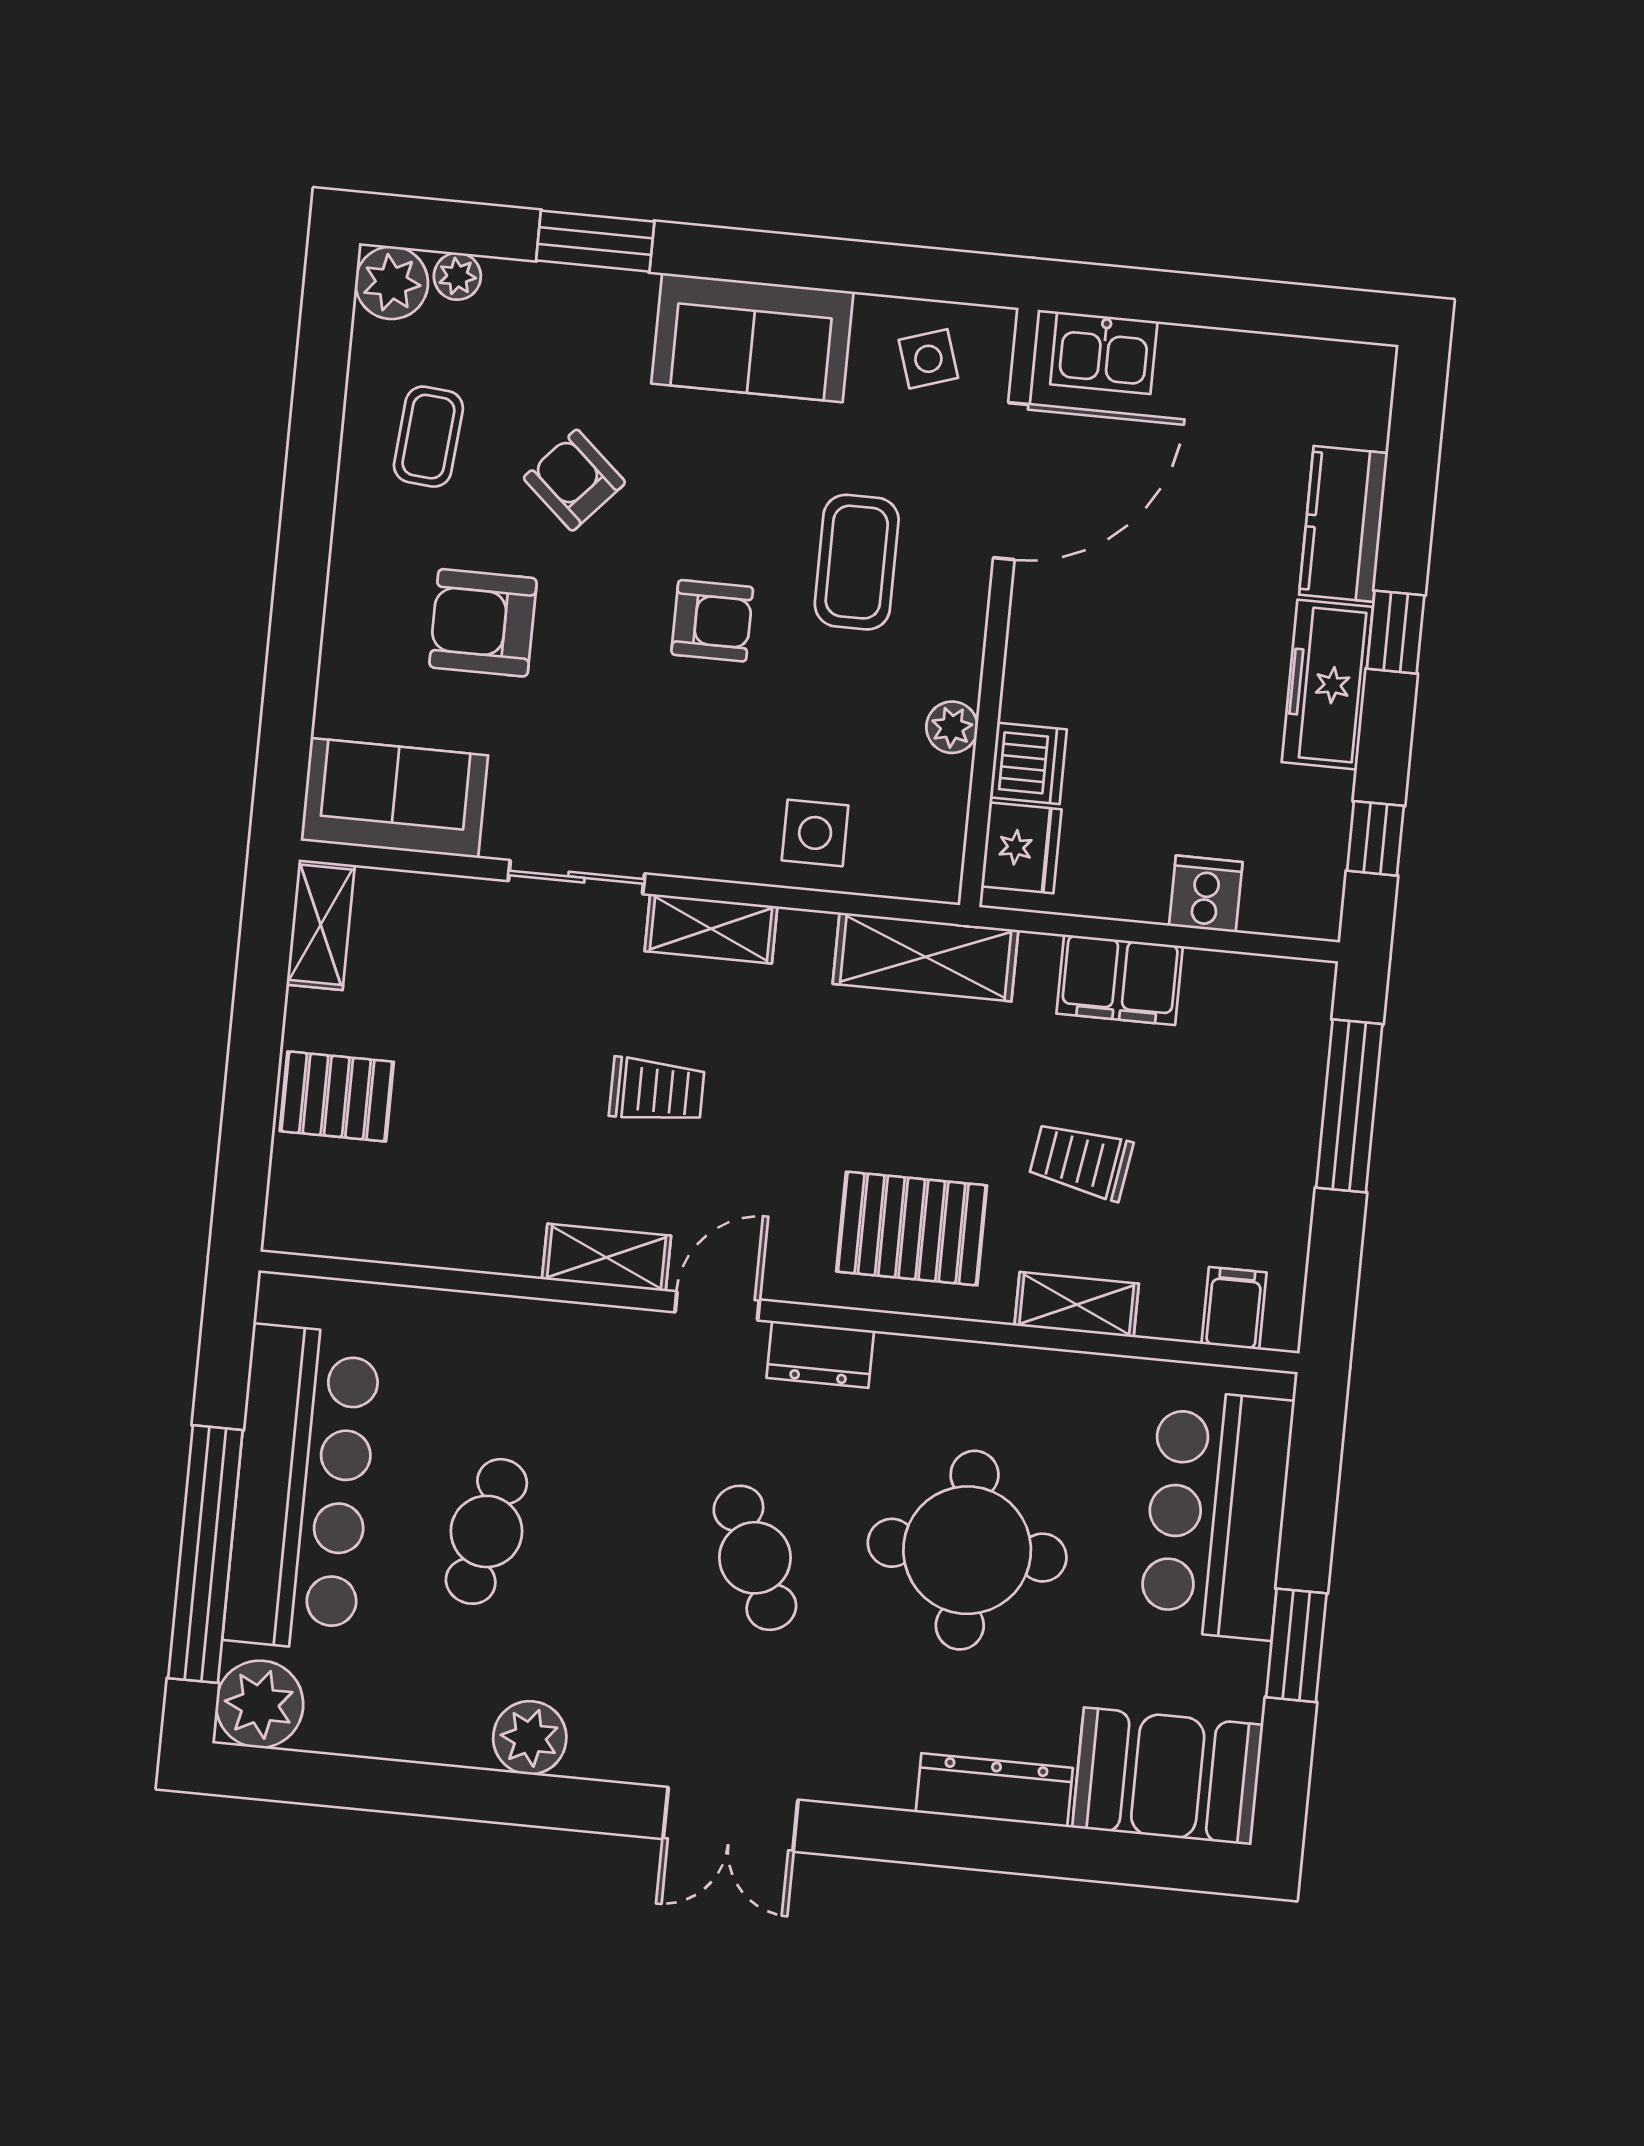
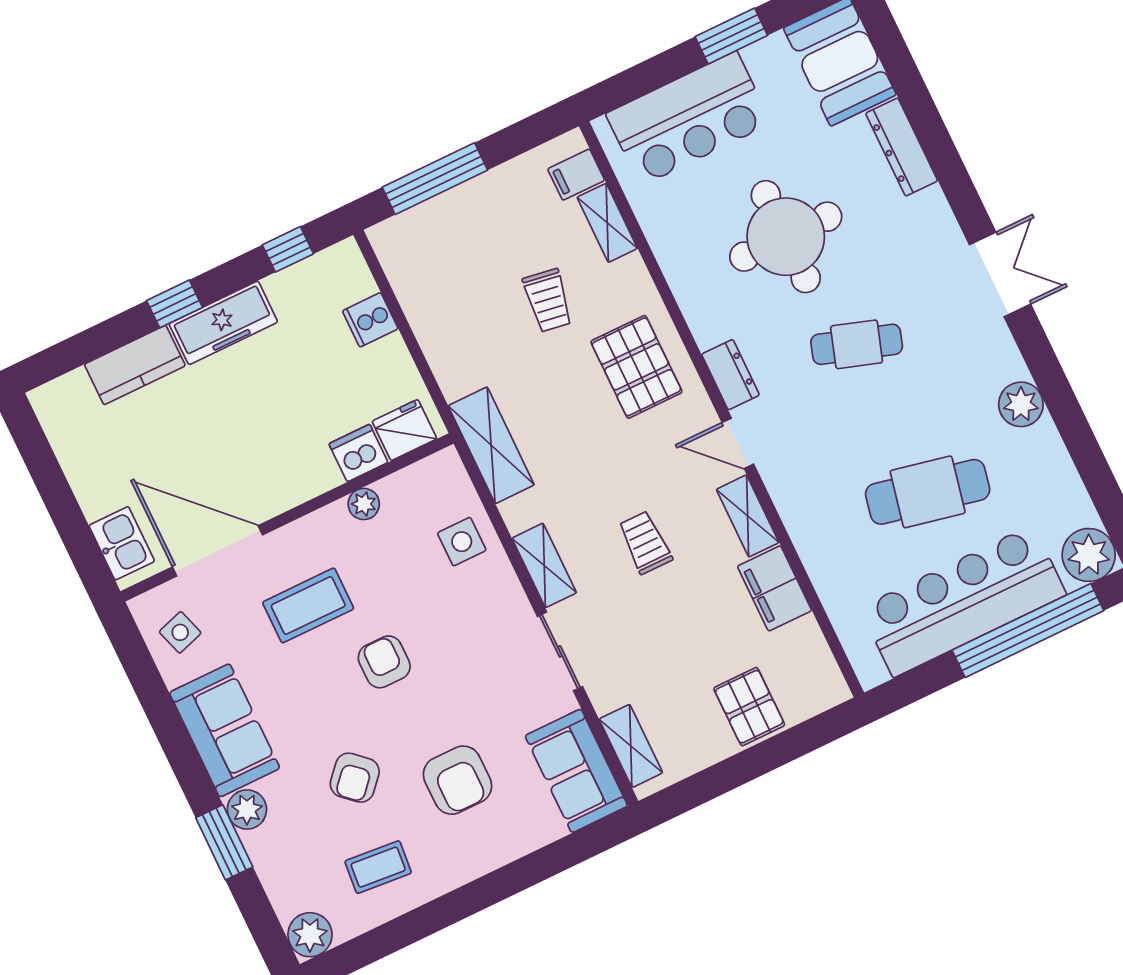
plant: (457, 276) -> (247, 809), moved, width x1.38, depth x1.38
shelving: (321, 925) -> (631, 746), moved, turned 90
filing cabinet: (1120, 980) -> (775, 588), moved, turned 180
shelving: (1077, 1305) -> (607, 223), moved
cafe table: (486, 1531) -> (928, 492), width x1.37, depth x1.35
cafe table: (755, 1558) -> (857, 344), turned 42

